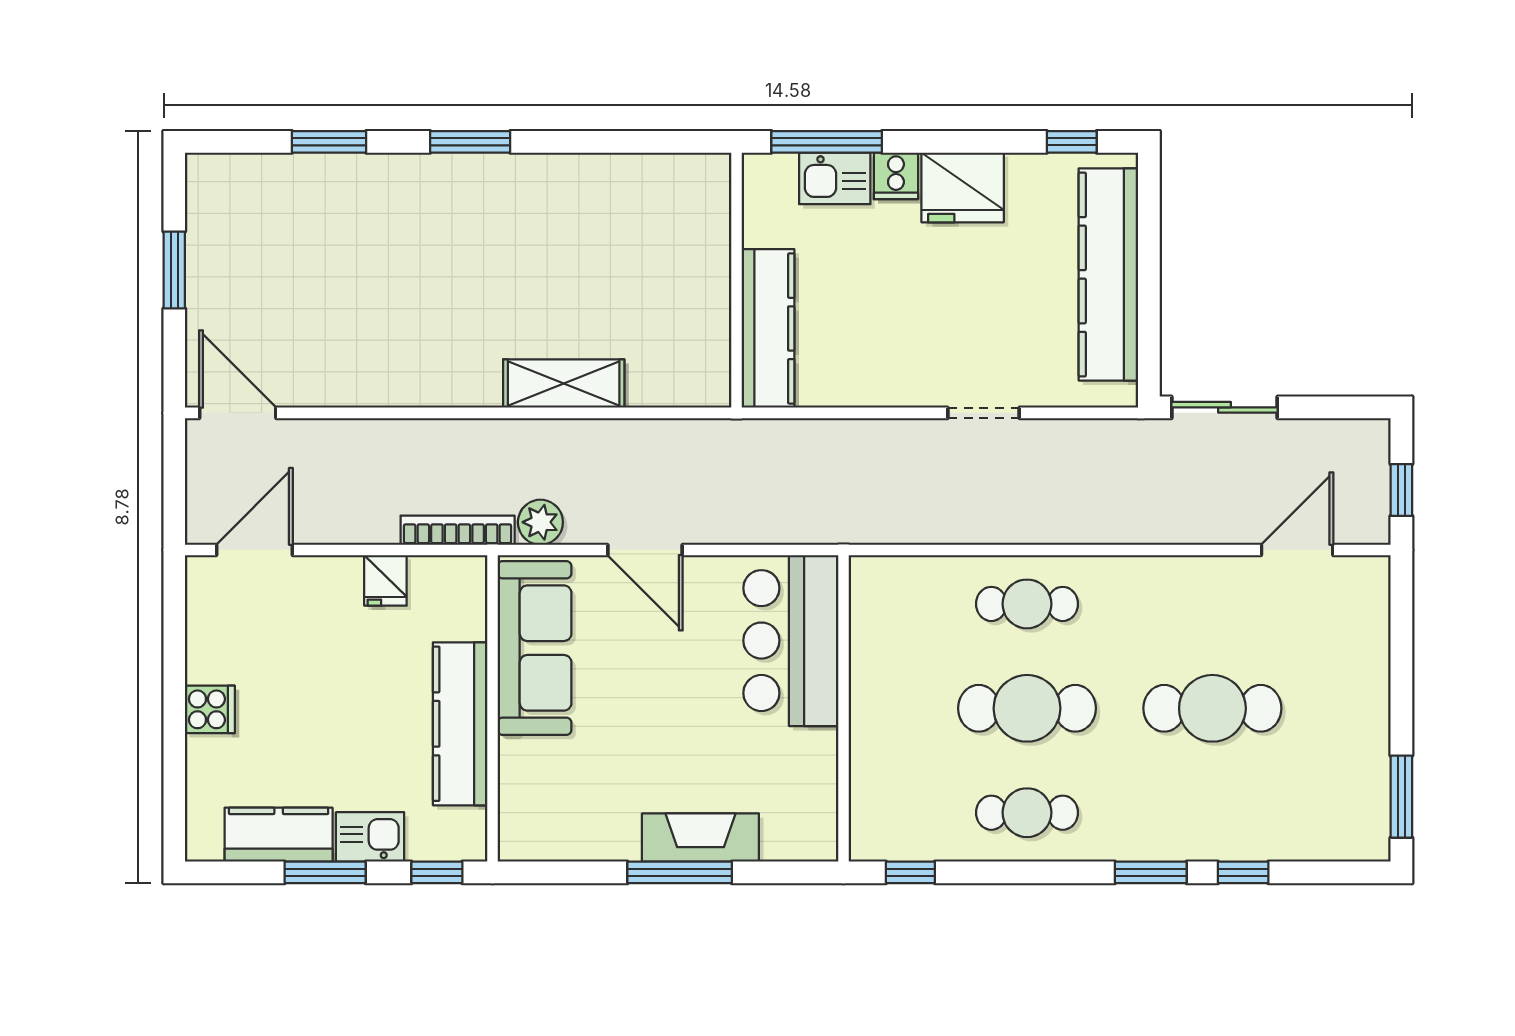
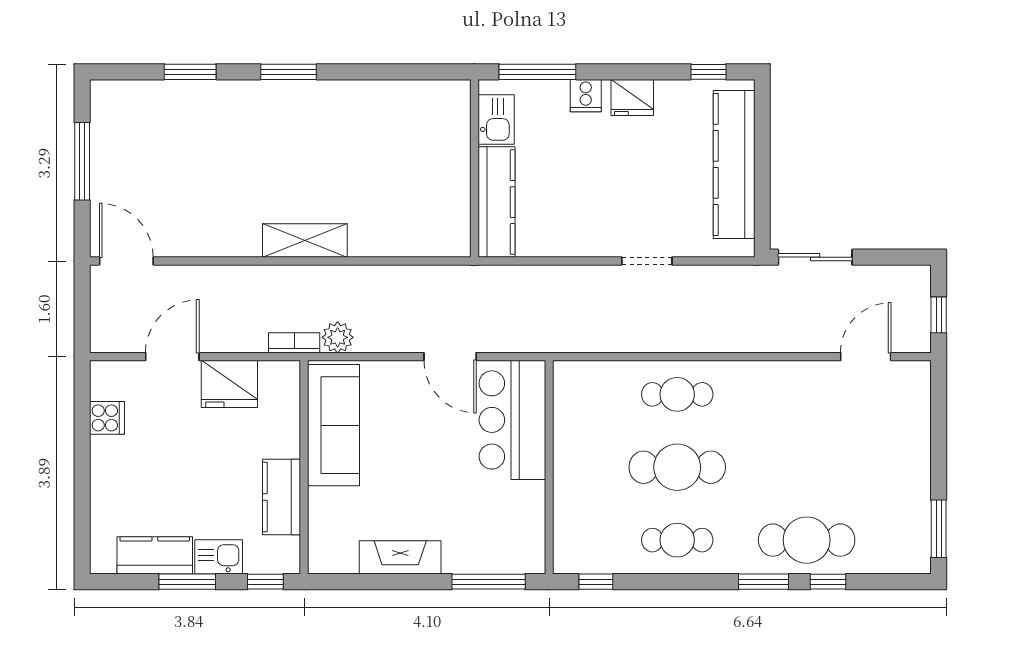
kitchen sink: (835, 178) -> (496, 119), moved, turned -90
fridge: (963, 187) -> (632, 98), width x0.73, depth x0.75
window: (174, 270) -> (82, 161), width x1.44
shelving: (564, 384) -> (305, 241), moved
bookcase: (458, 530) -> (294, 343), width x0.64
door: (254, 550) -> (172, 357), moved
door: (645, 550) -> (450, 357), moved
fridge: (385, 580) -> (229, 384), width x1.88, depth x1.34
cafe table: (1212, 708) -> (807, 540), moved
cooker: (210, 709) -> (107, 418), moved
kitchen counter: (460, 724) -> (282, 497), width x0.67
fireplace: (700, 838) -> (400, 557), moved
window: (680, 872) -> (489, 582), moved

